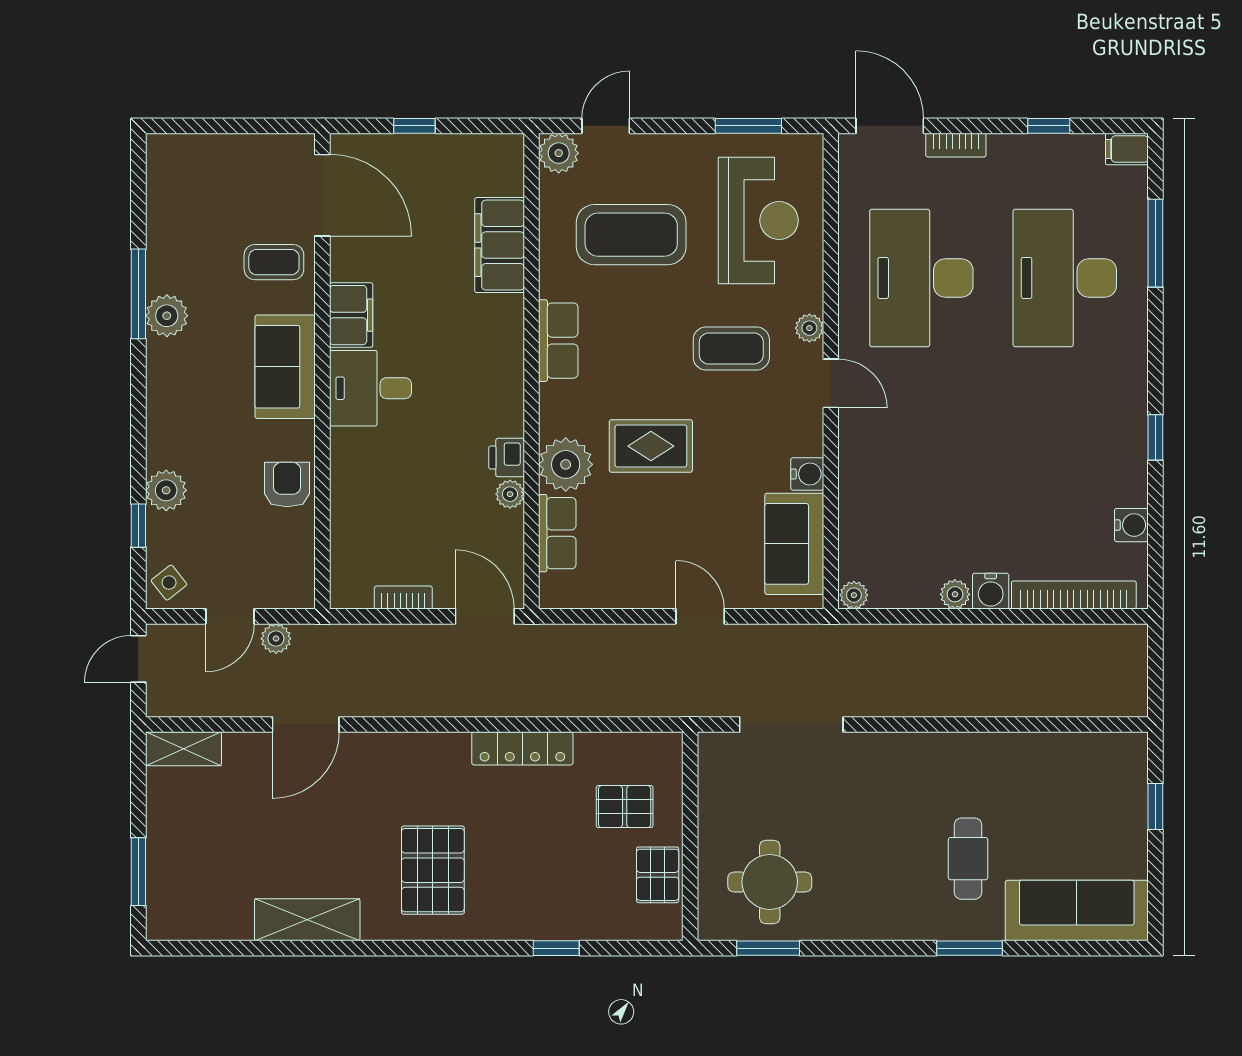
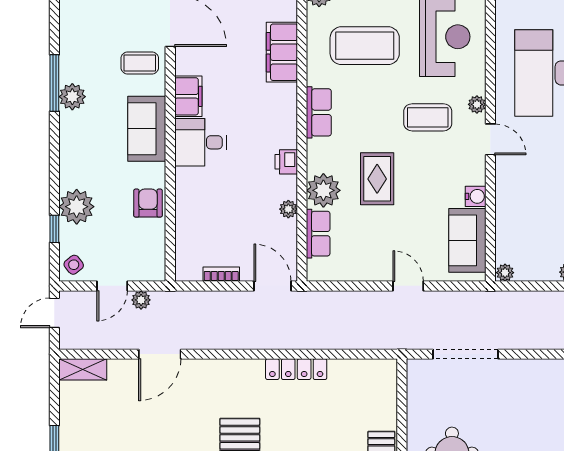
rug: (651, 446) -> (377, 179), turned 90
printer: (507, 458) -> (286, 162), moved
plant: (166, 490) -> (77, 207), width x1.36, depth x1.36
pallet: (625, 807) -> (361, 406), removed

